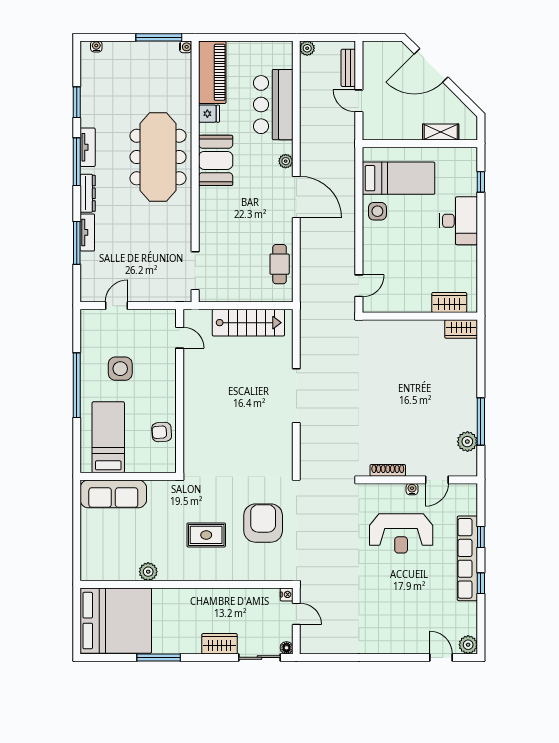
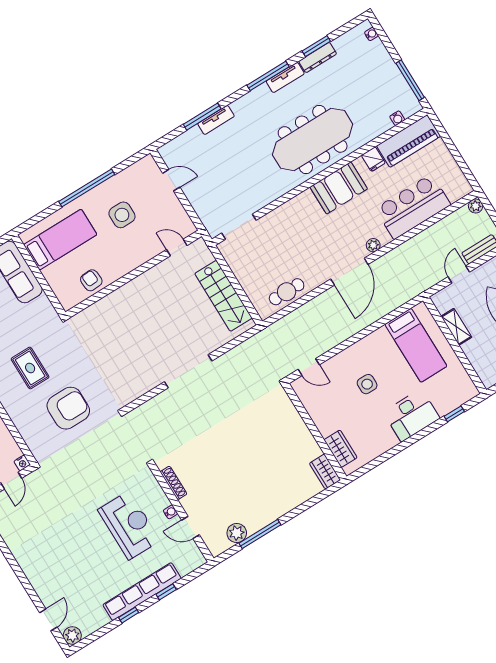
water cooler: (186, 47) -> (397, 118), moved
shelving: (441, 132) -> (456, 327), moved
dresser: (88, 193) -> (318, 58), moved
side table: (377, 211) -> (367, 384), moved
door: (180, 338) -> (177, 247), swing flipped
reception desk: (401, 533) -> (129, 525), turned 180

